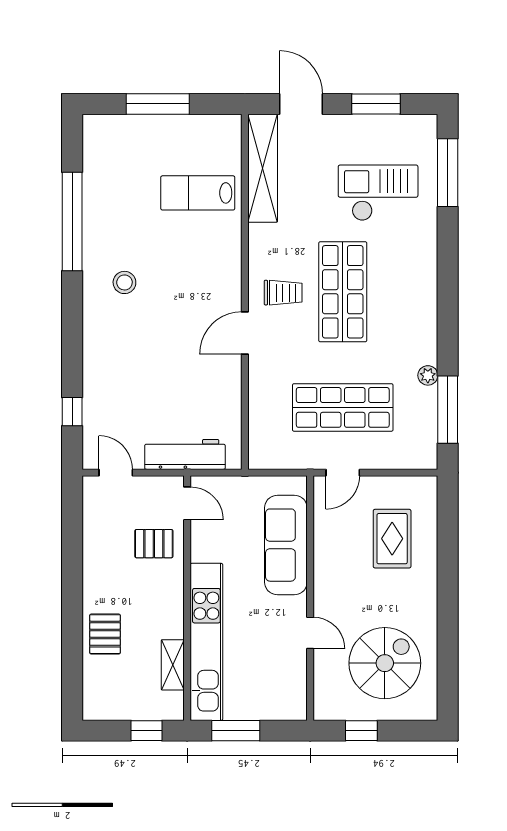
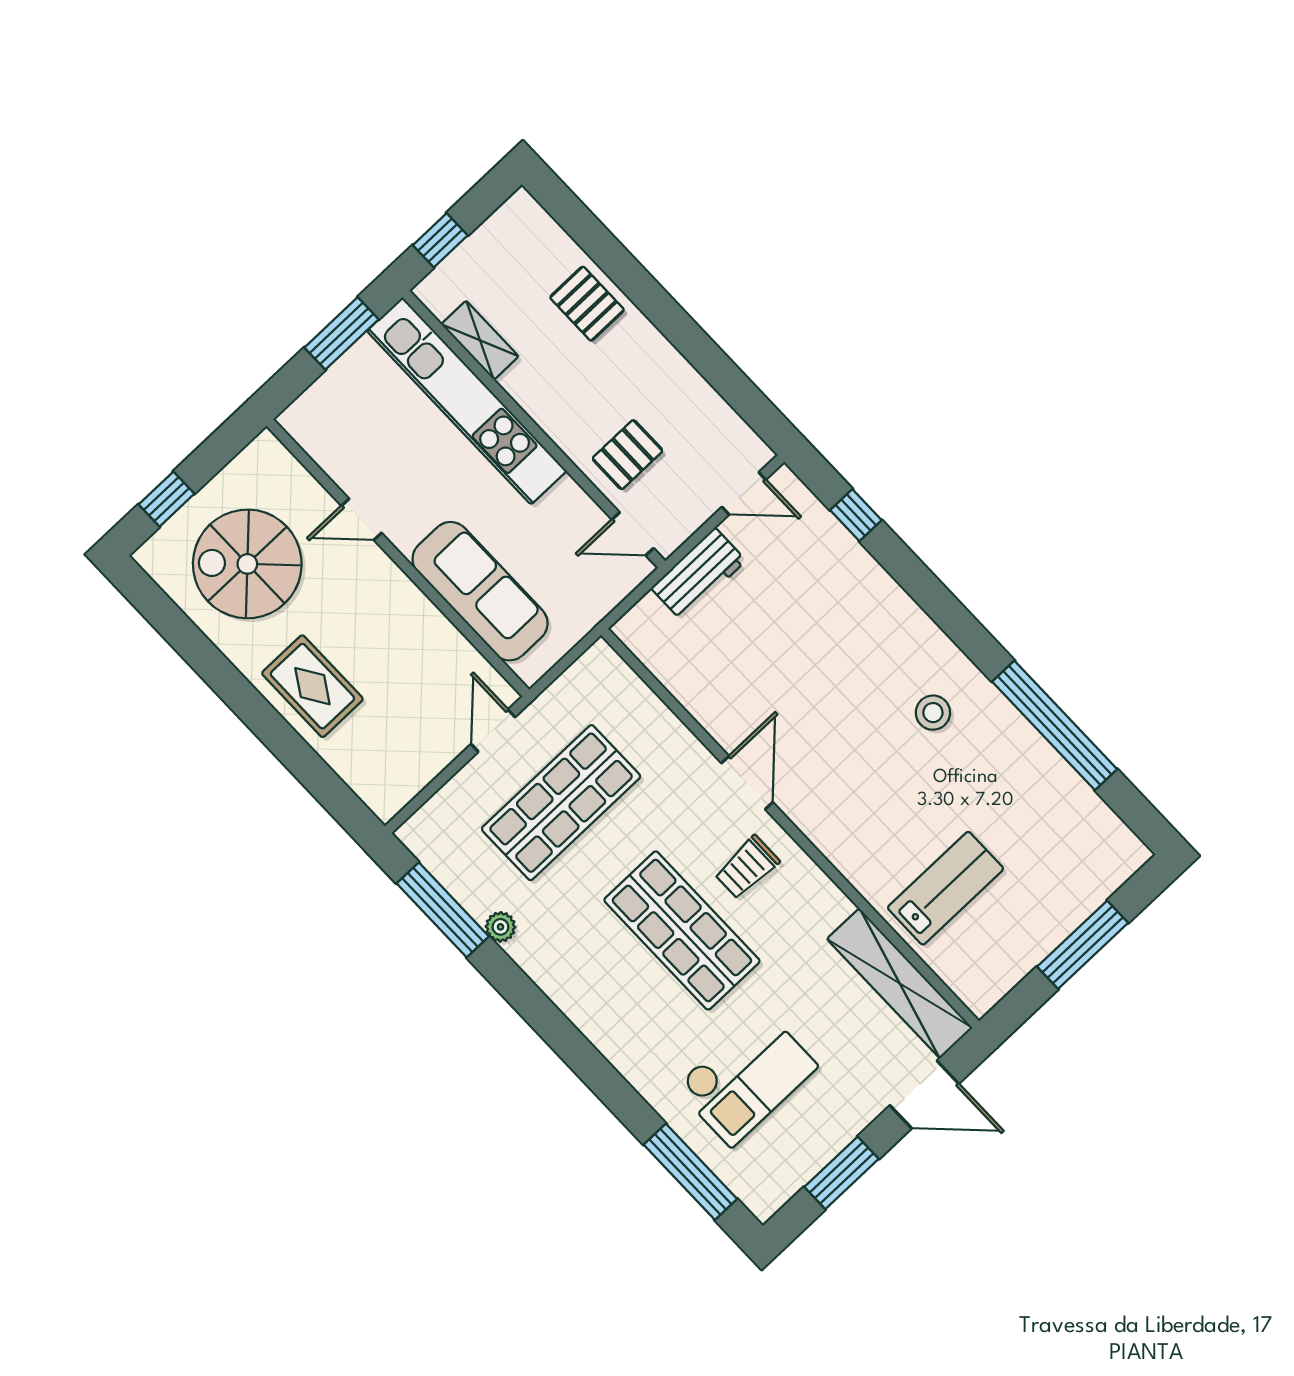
workbench: (185, 454) -> (698, 574), width x0.73
rug: (392, 539) -> (312, 686), moved
spiral stairs: (385, 663) -> (247, 564), turned 90
window: (361, 731) -> (166, 499), moved

